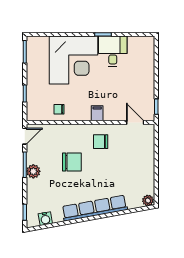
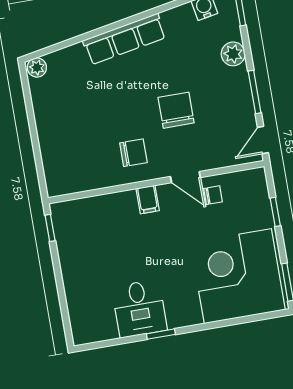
corner desk: (73, 60) -> (238, 276), moved
door: (135, 122) -> (185, 177), moved
chair: (72, 162) -> (176, 110), turned 90
plant: (33, 171) -> (233, 54), moved
row of seats: (95, 208) -> (124, 39), width x0.73

